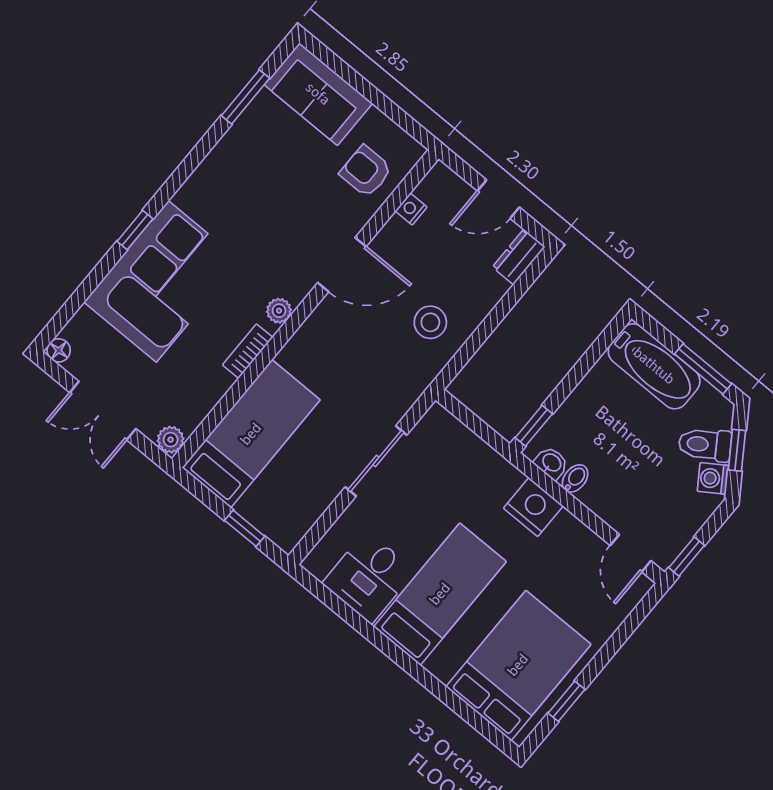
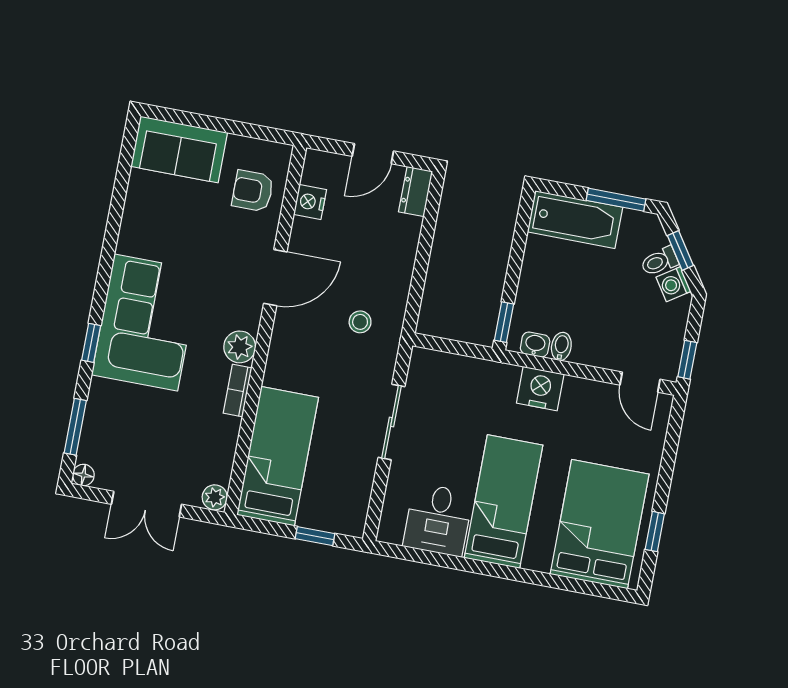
window: (245, 97) -> (75, 427), moved
nightstand: (411, 209) -> (310, 202), width x1.39, depth x1.35
corner sofa: (162, 281) -> (146, 322), moved
plant: (279, 311) -> (240, 347), width x1.38, depth x1.38
stool: (430, 322) -> (360, 322), moved, width x0.73, depth x0.73
toilet: (705, 445) -> (659, 261), width x0.73, depth x0.72

